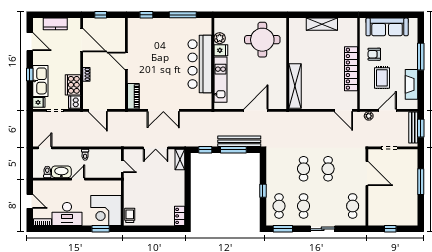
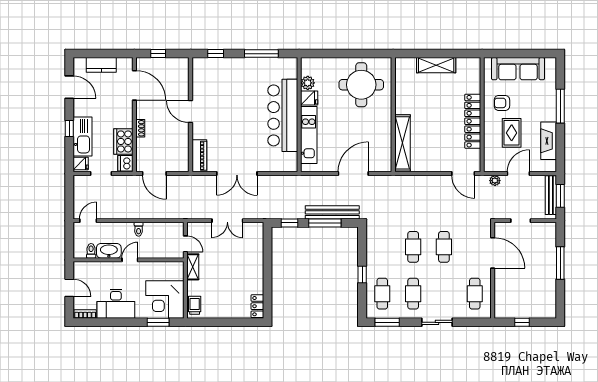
shelving: (180, 159) -> (193, 267), moved

